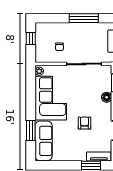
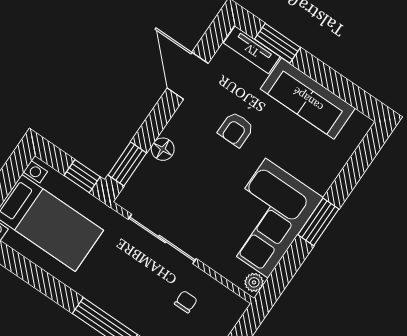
window: (31, 131) -> (318, 222), moved
sofa: (44, 141) -> (308, 99), moved, turned -90

